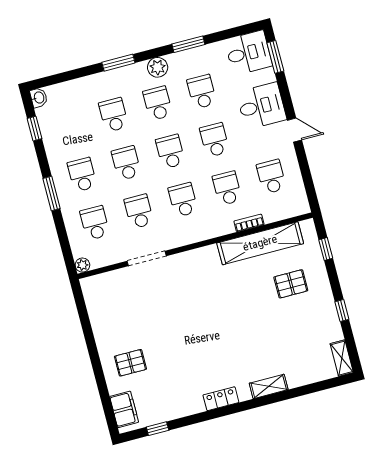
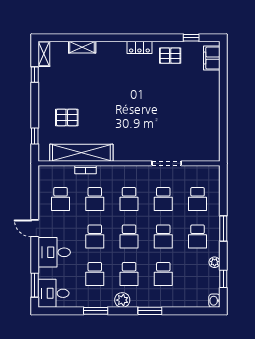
plant: (82, 265) -> (215, 262), moved
window: (342, 311) -> (35, 75), moved
pallet: (130, 363) -> (170, 56), moved
shelving: (269, 386) -> (82, 47), moved

